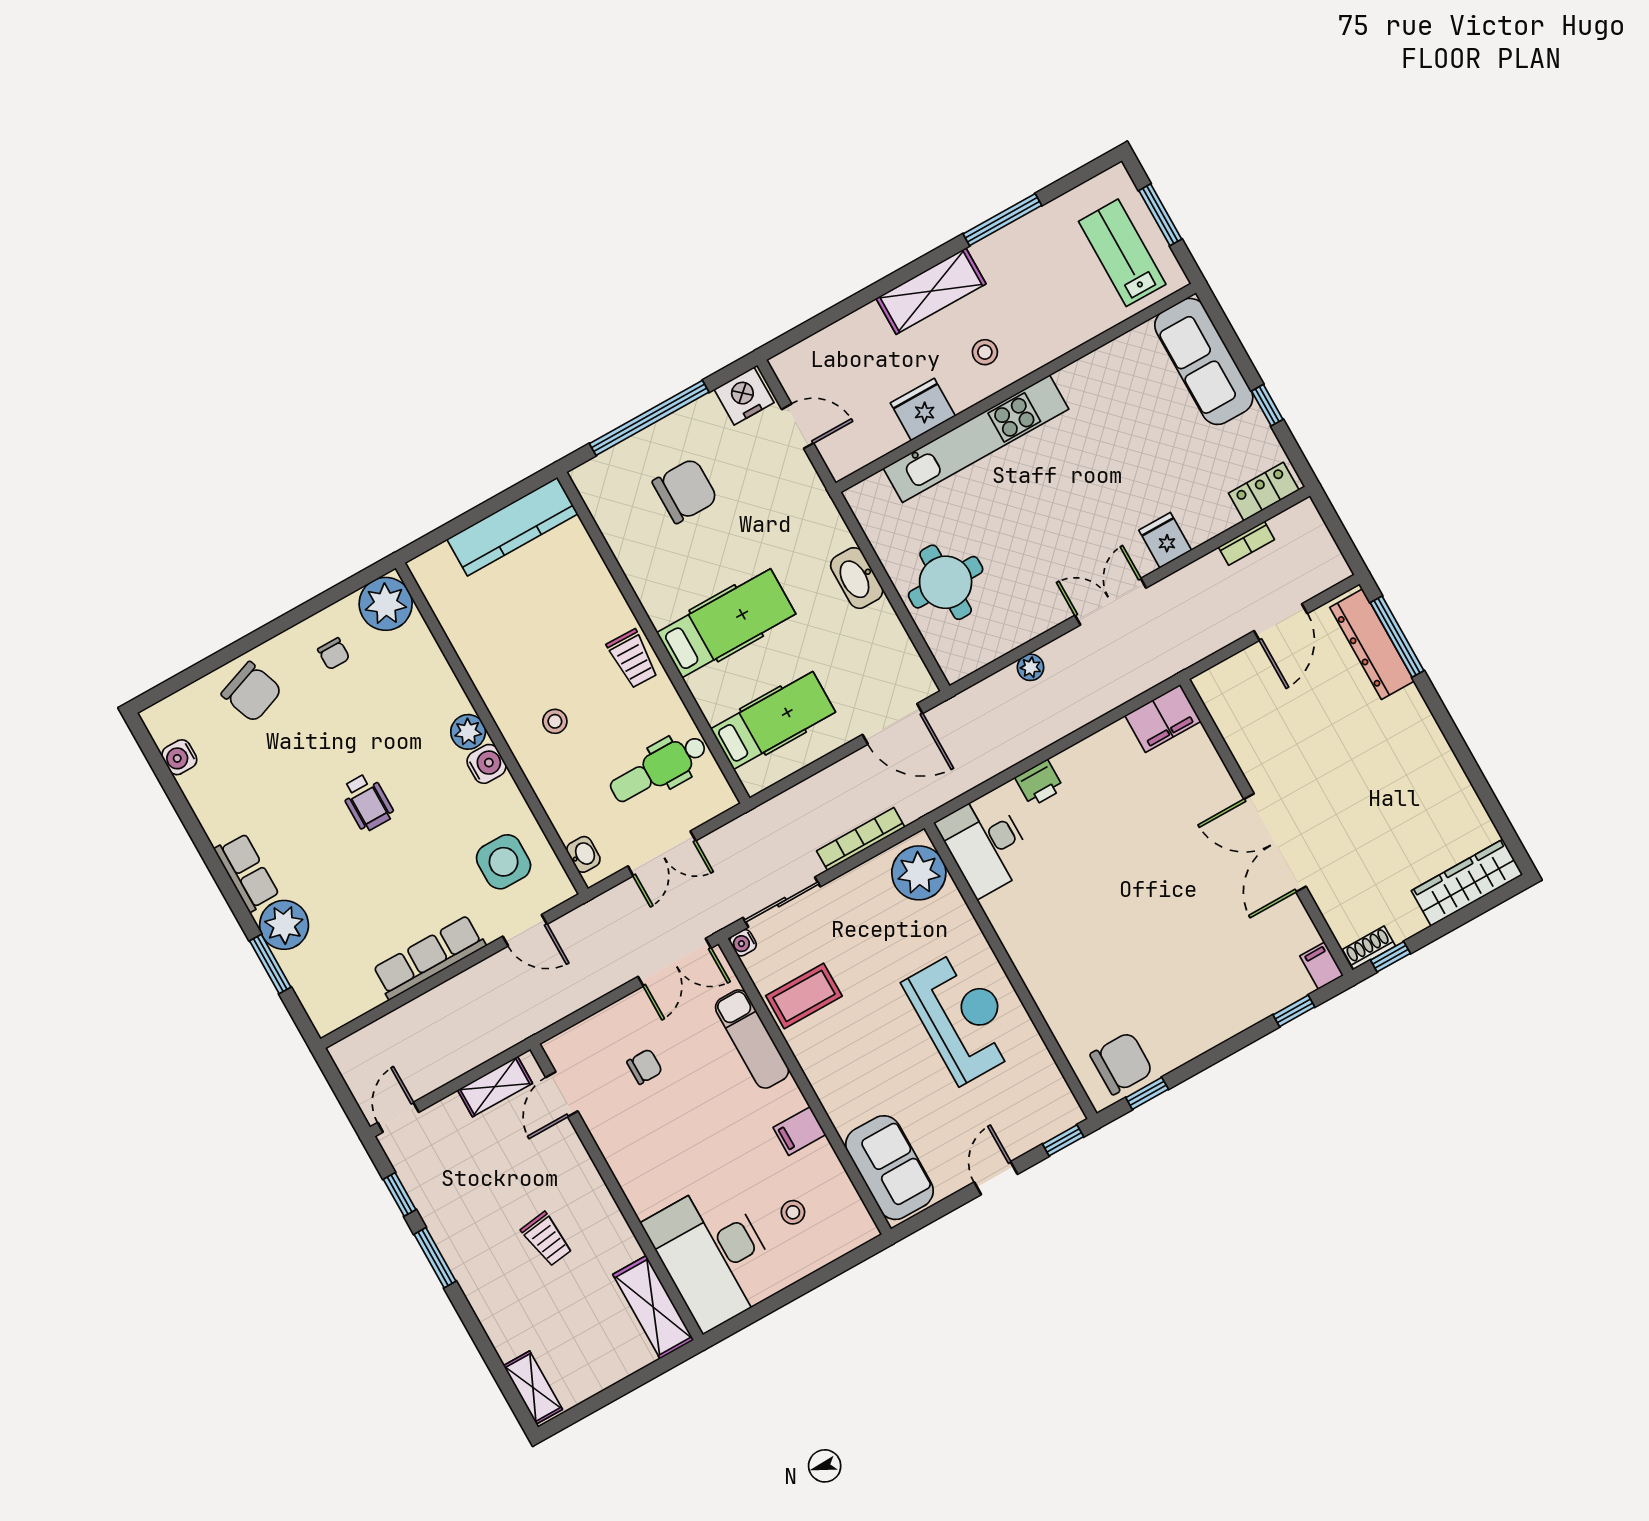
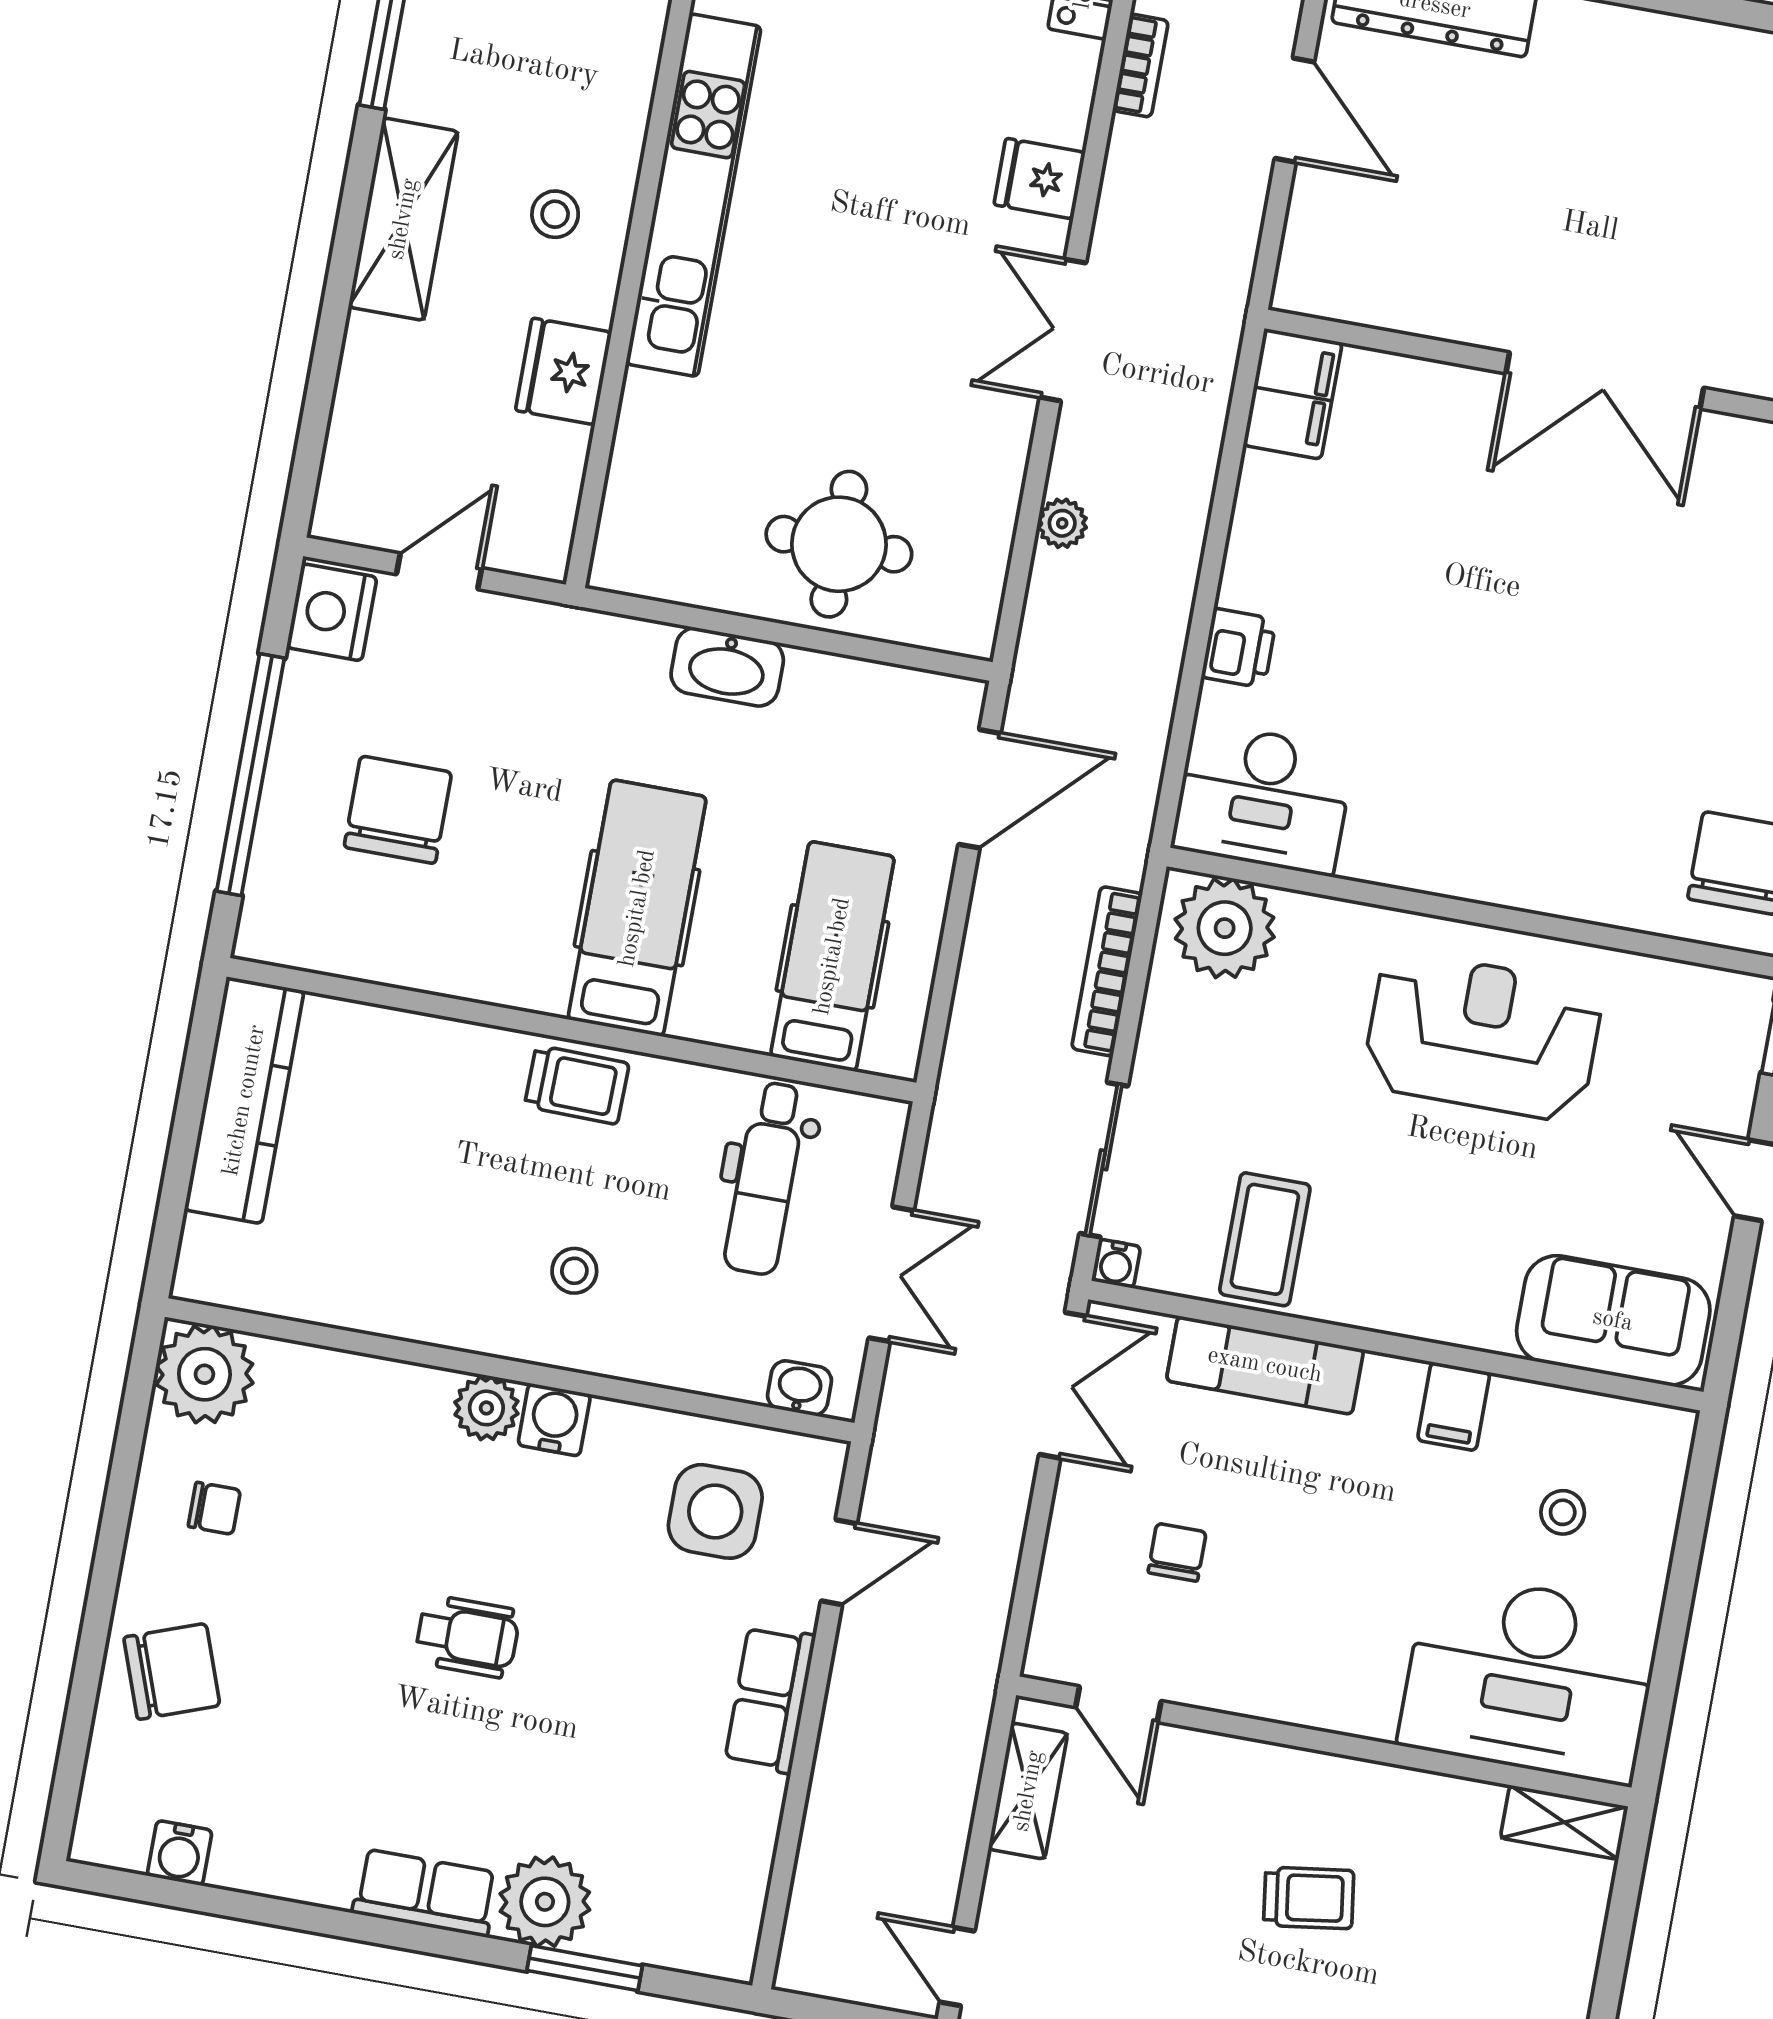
kitchen unit: (976, 439) -> (693, 195), moved
row of seats: (429, 957) -> (770, 1699), width x0.68
shelving: (653, 1307) -> (1564, 1822), width x0.67, depth x0.75

